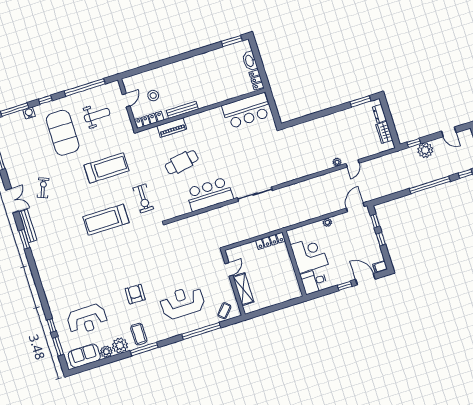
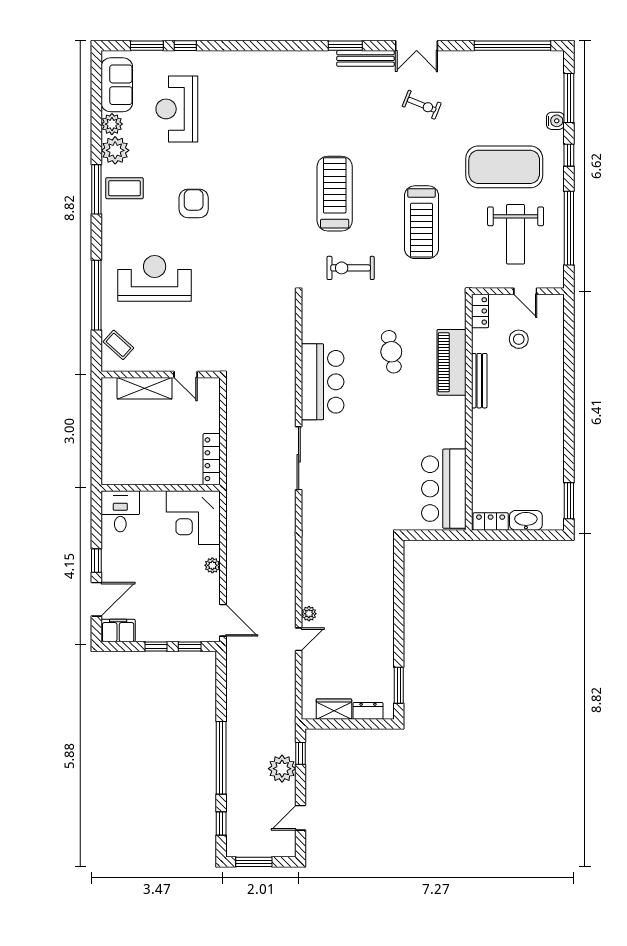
weight bench: (97, 115) -> (516, 234), width x1.36, depth x1.33
locker: (149, 120) -> (480, 311), width x0.66
piano: (172, 128) -> (452, 362), width x1.37, depth x1.33
cafe table: (182, 162) -> (391, 352), width x0.73, depth x0.74
door: (353, 163) -> (299, 639), swing flipped
corner desk: (309, 255) -> (193, 518), moved, turned 90
filing cabinet: (380, 267) -> (118, 631), width x2.00
armchair: (135, 294) -> (194, 203), turned -91
reception desk: (182, 302) -> (155, 278), turned -90

